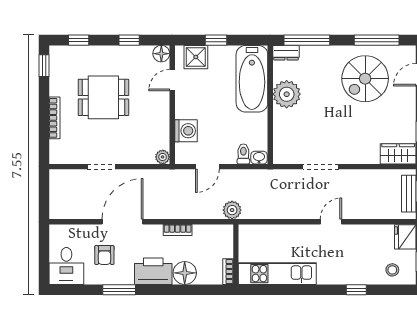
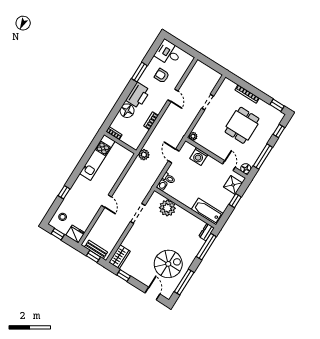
window: (129, 40) -> (263, 157), width x2.17
bathtub: (252, 79) -> (207, 212), width x0.73, depth x0.73
spiral stairs: (365, 79) -> (168, 264), turned 90
plant: (287, 94) -> (167, 208), moved
door: (122, 222) -> (173, 95), width x0.53

